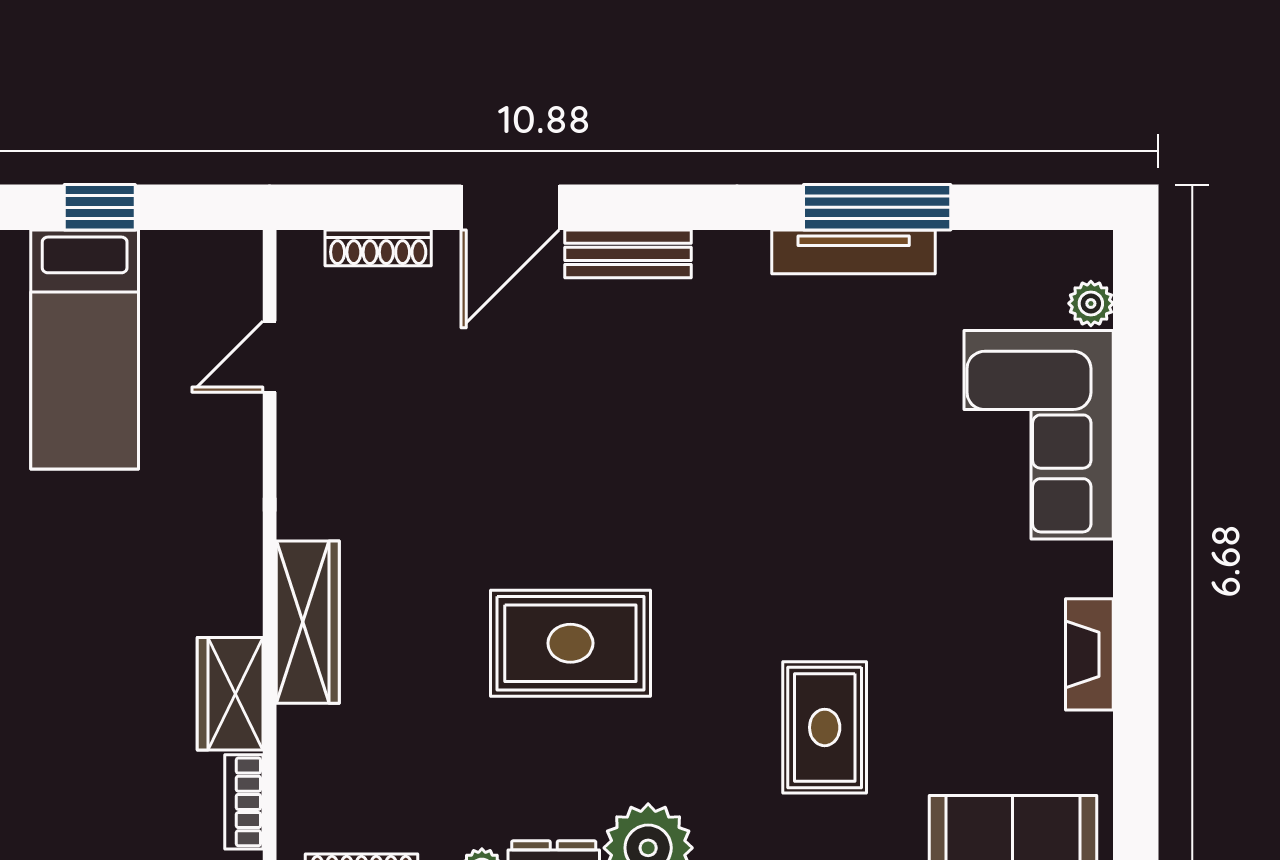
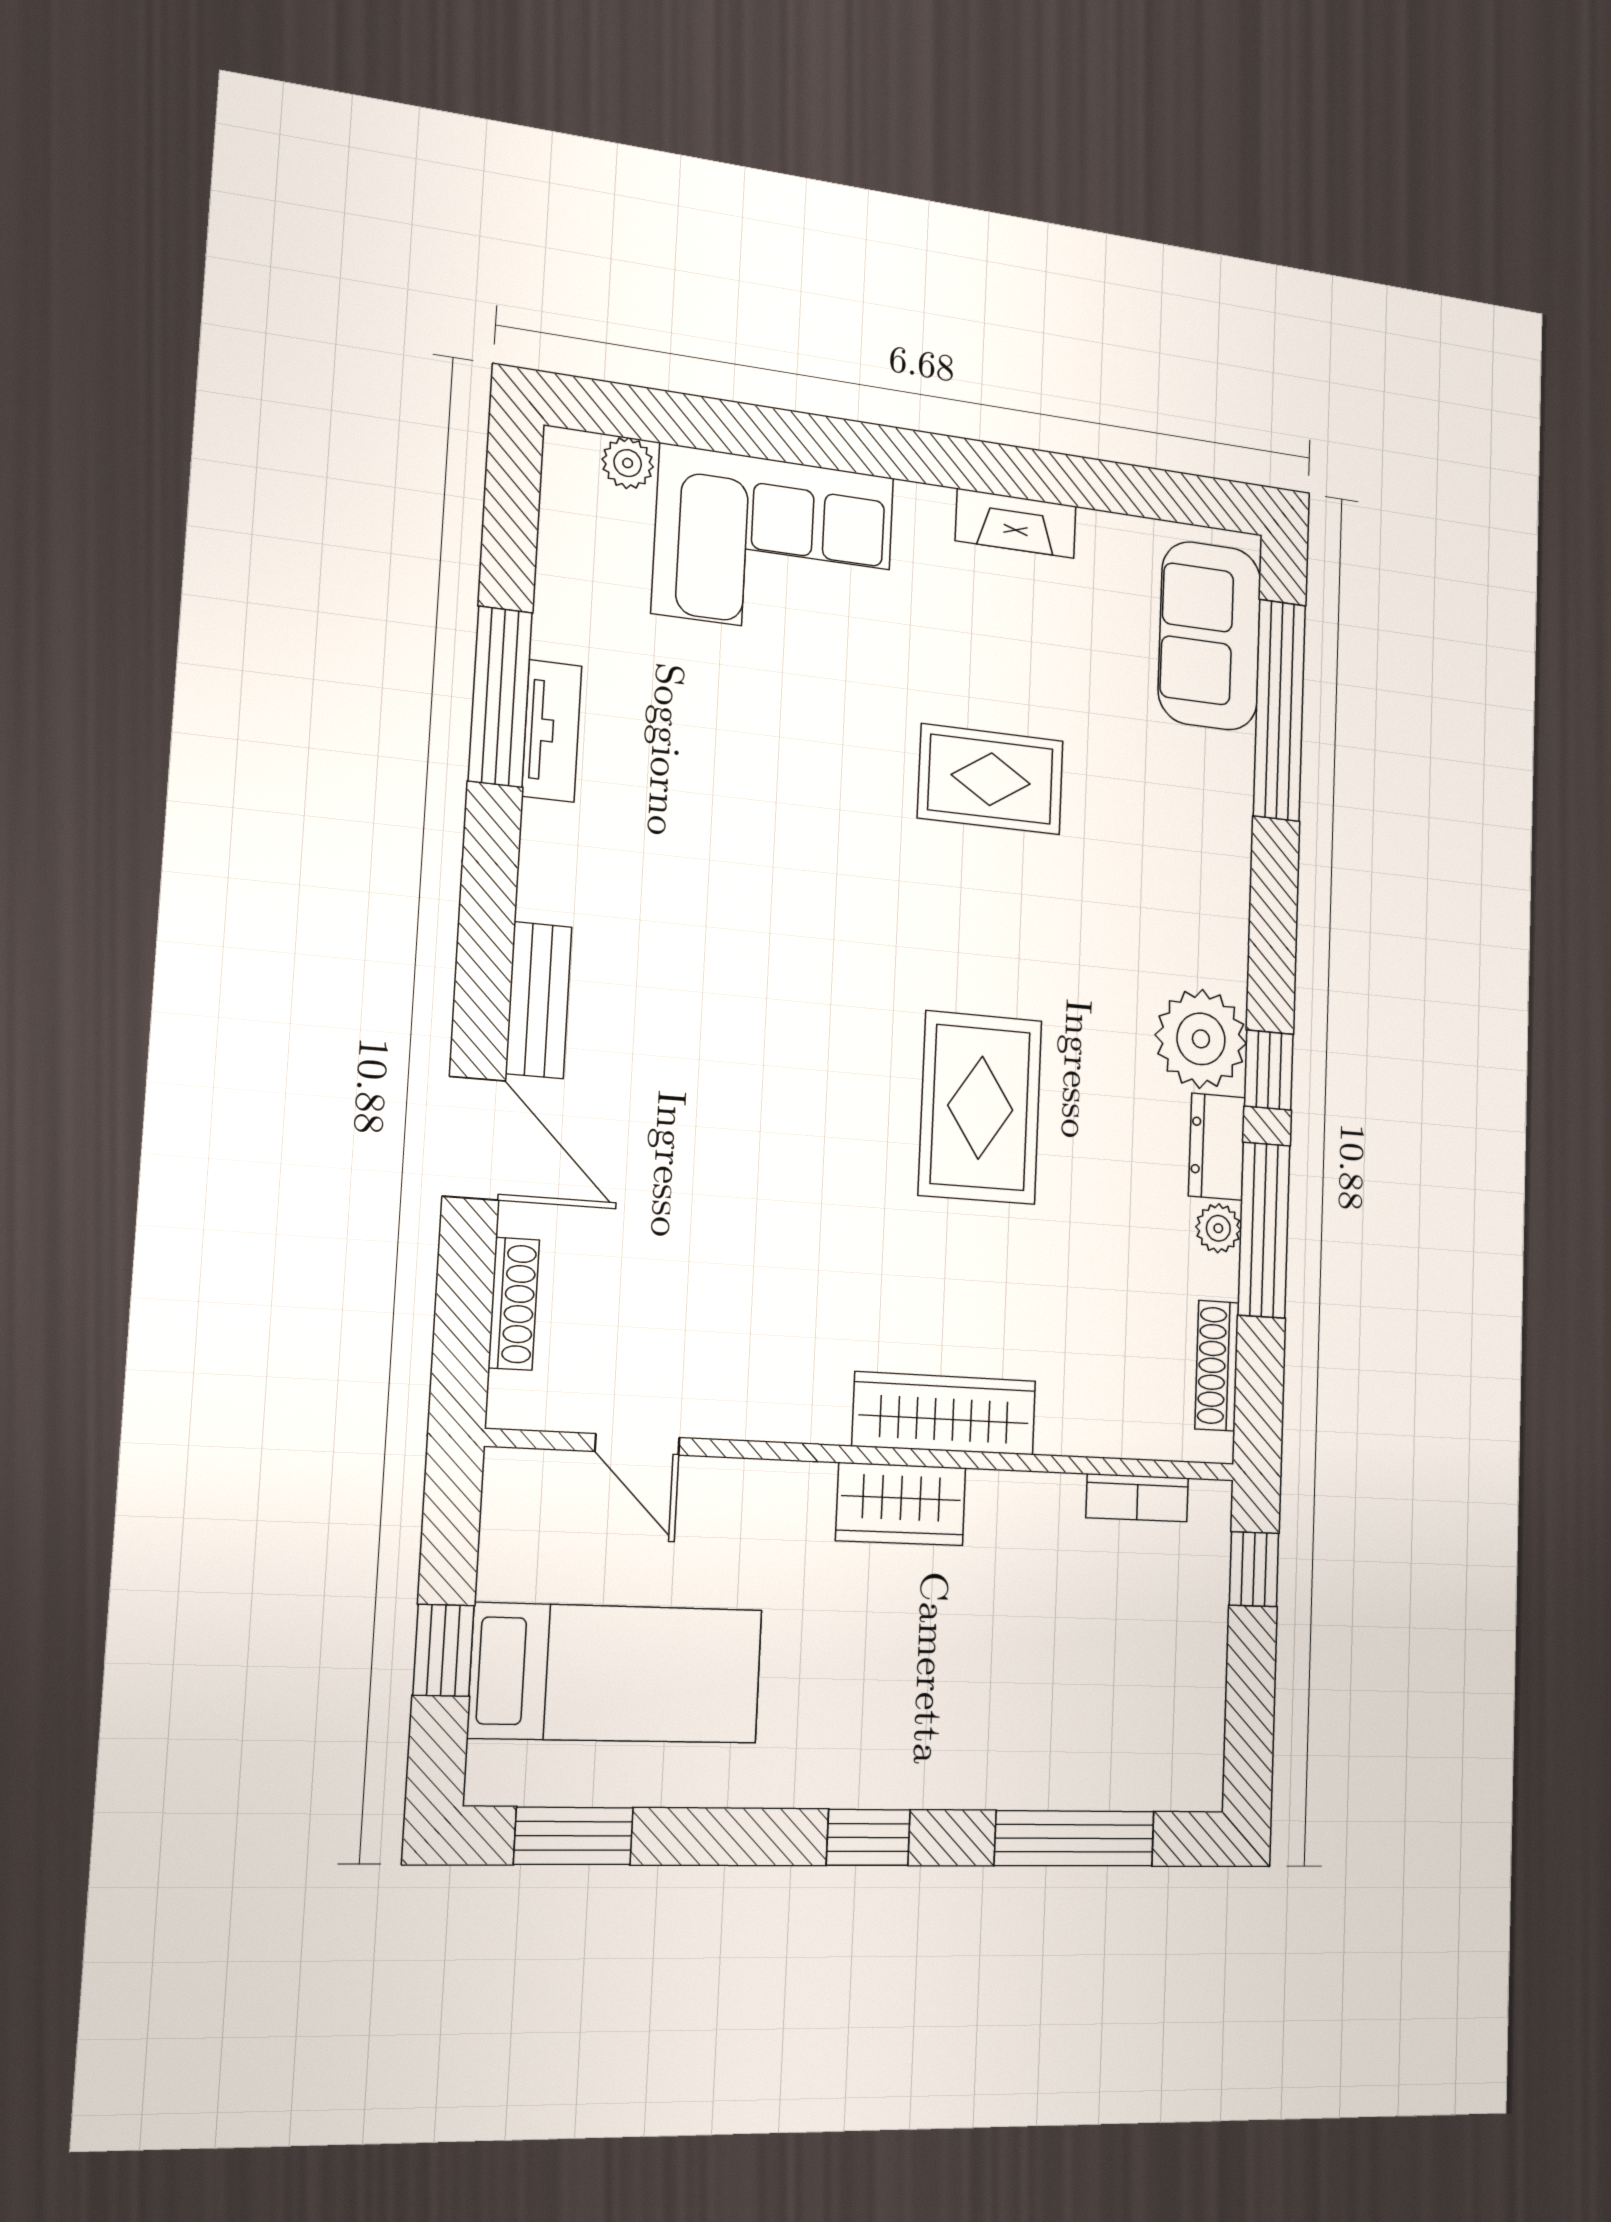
tv unit: (854, 252) -> (552, 731), width x0.71
wardrobe: (230, 694) -> (901, 1504), moved
rug: (825, 727) -> (991, 779), moved

